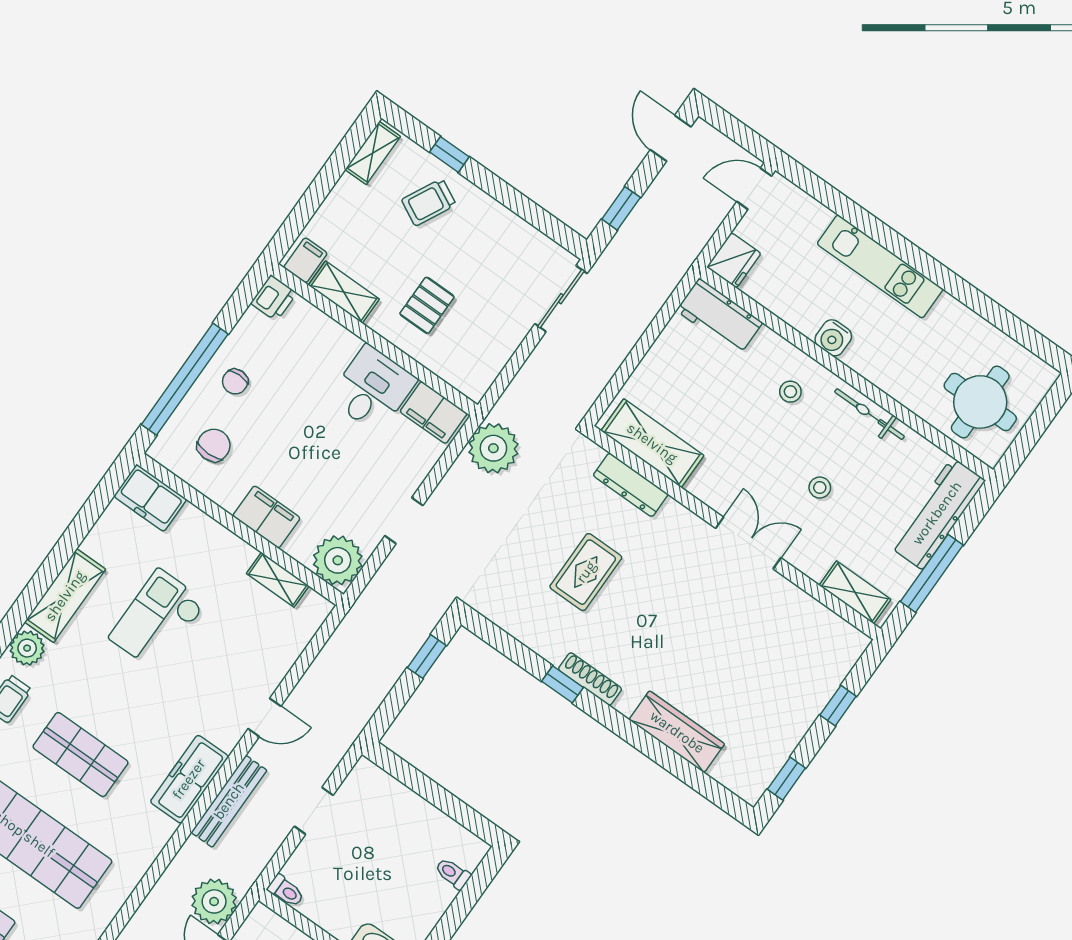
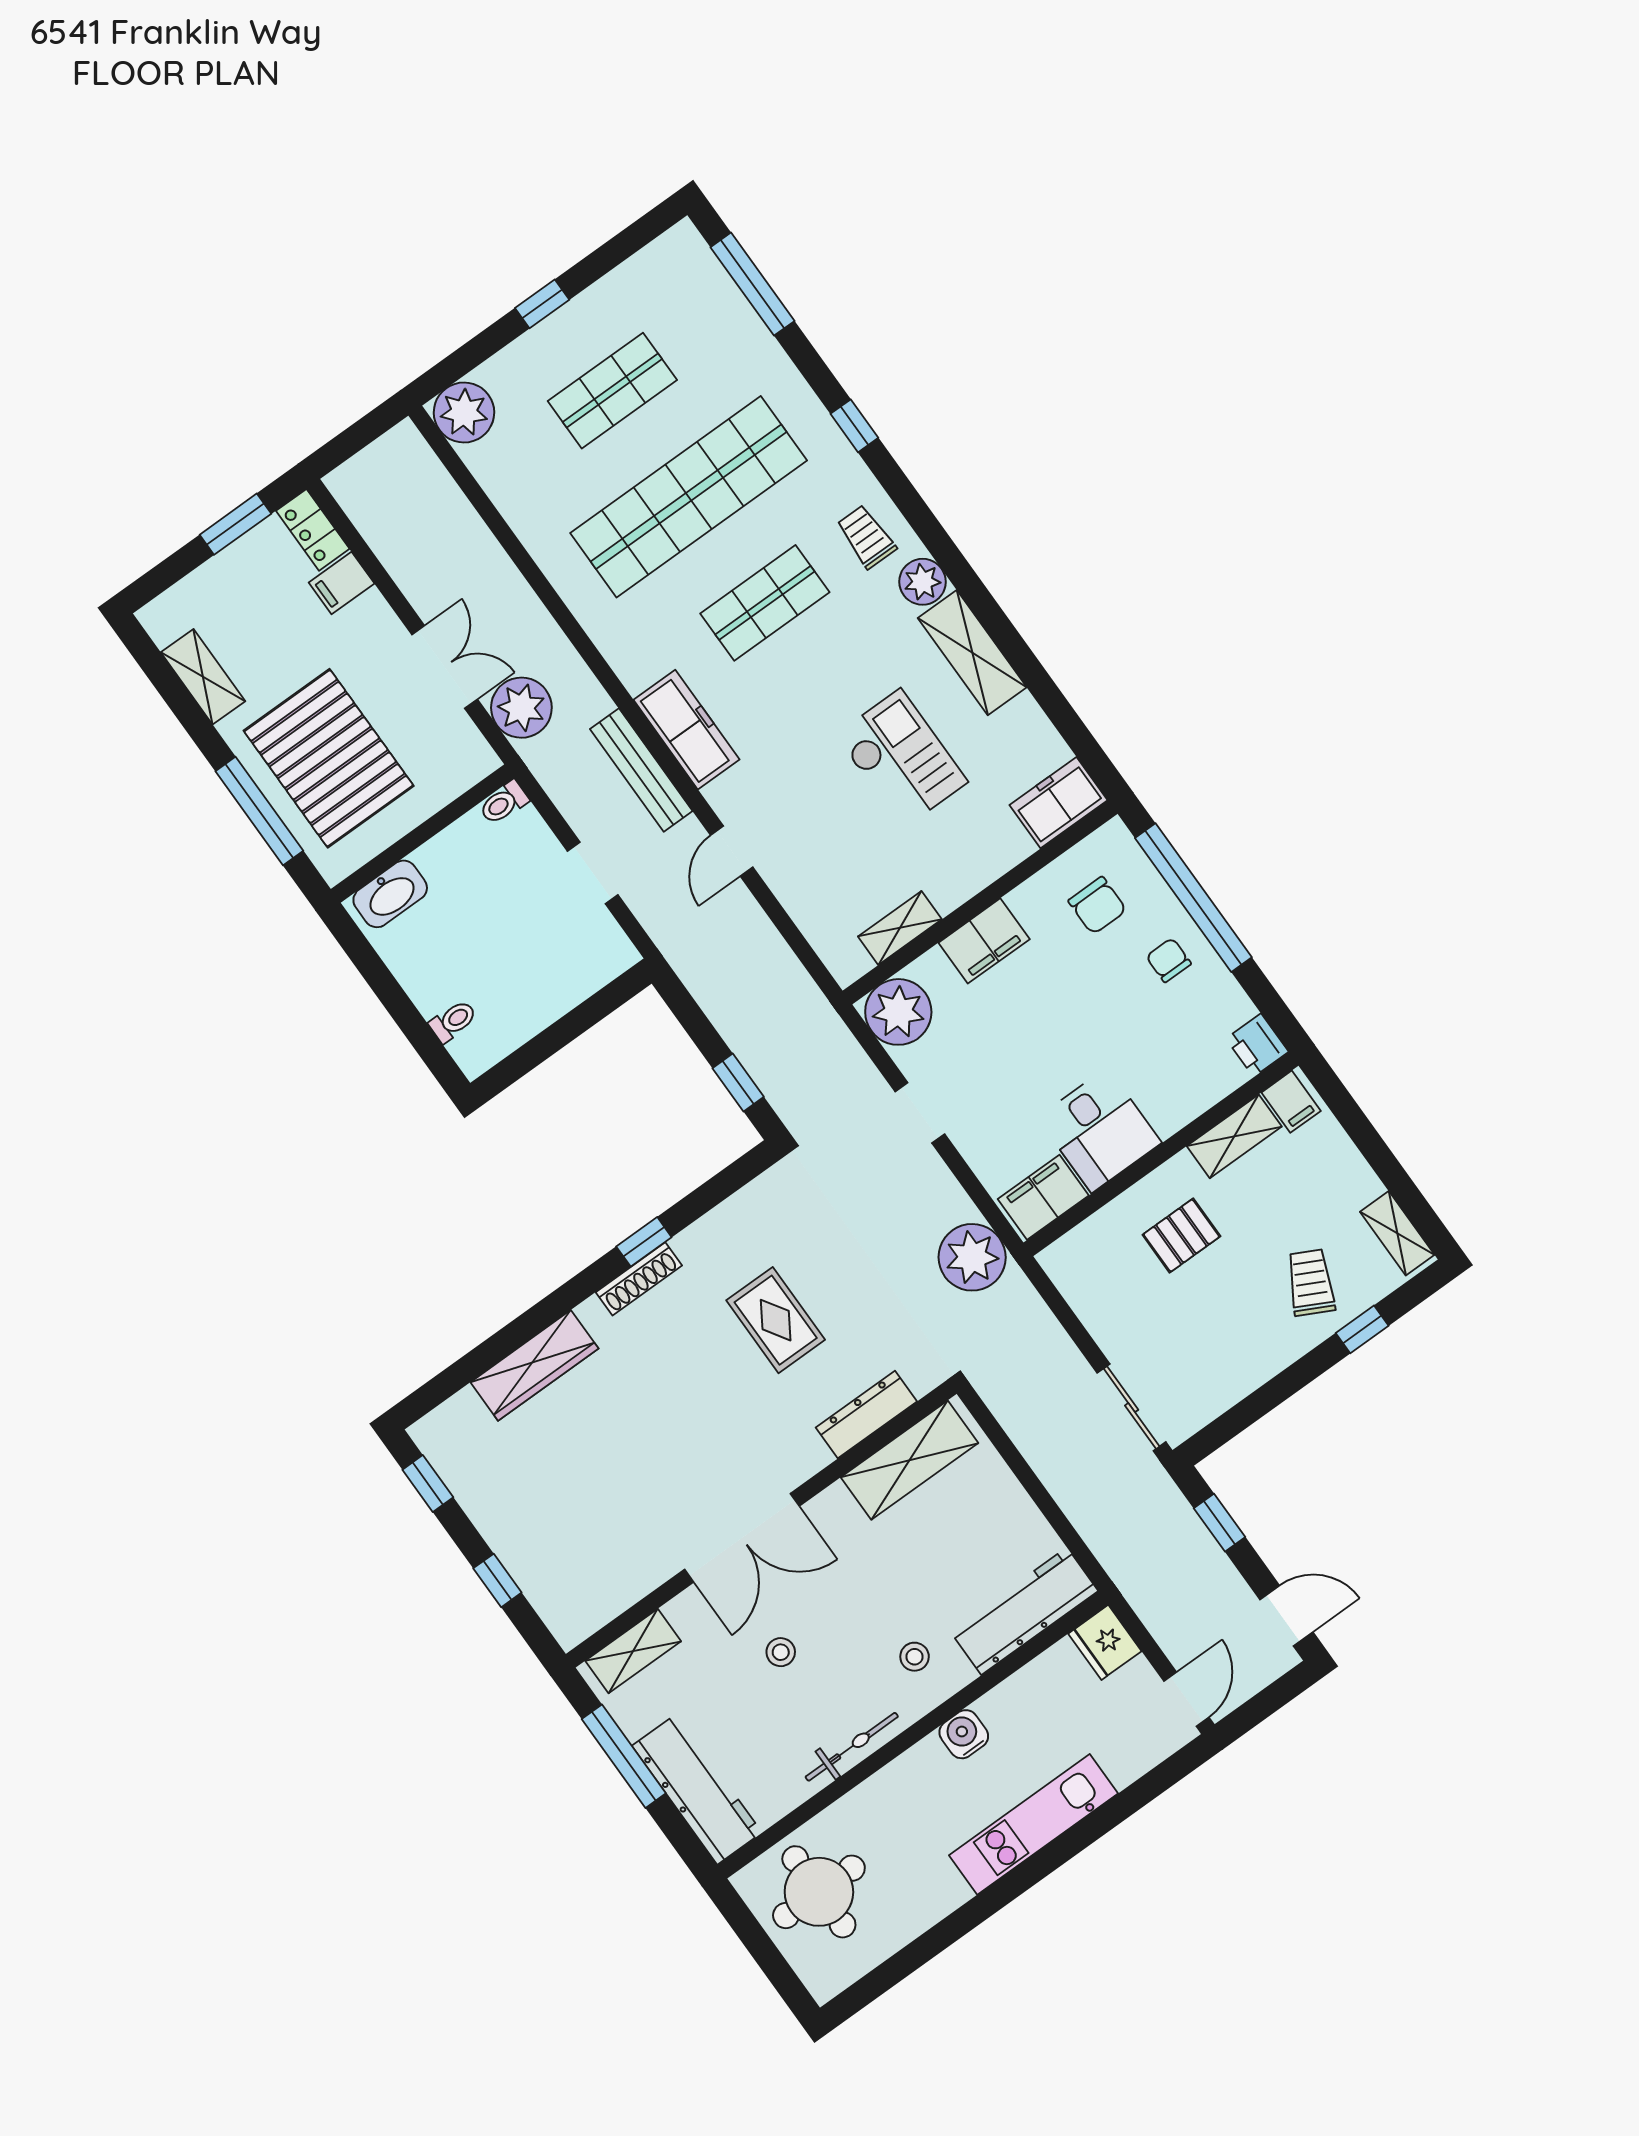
pallet: (427, 305) -> (1181, 1236), turned 90
workbench: (719, 317) -> (1024, 1611), width x1.38
double door: (748, 543) -> (742, 1538), width x1.37

